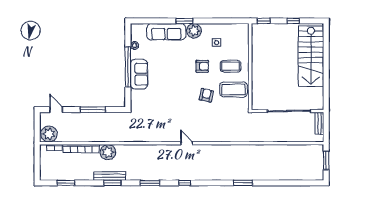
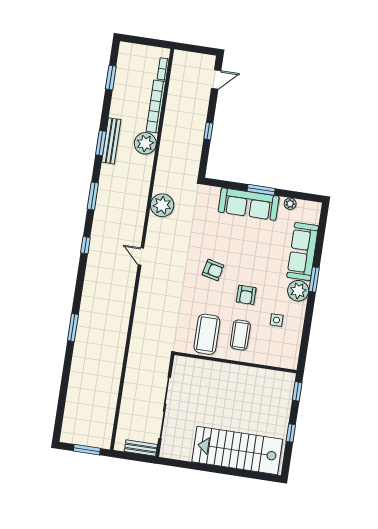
window: (128, 67) -> (261, 190), width x0.47
sofa: (139, 74) -> (249, 204), width x1.36
armchair: (206, 95) -> (213, 270), moved
window: (93, 110) -> (208, 131), width x0.46
plant: (49, 134) -> (162, 205), moved
door: (187, 143) -> (141, 257), swing flipped

